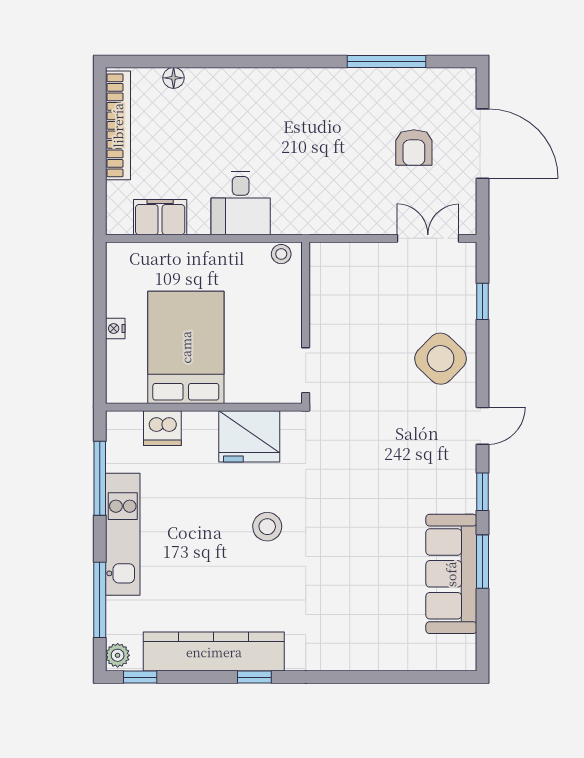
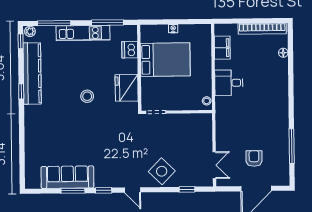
armchair: (414, 148) -> (254, 158), turned 90

